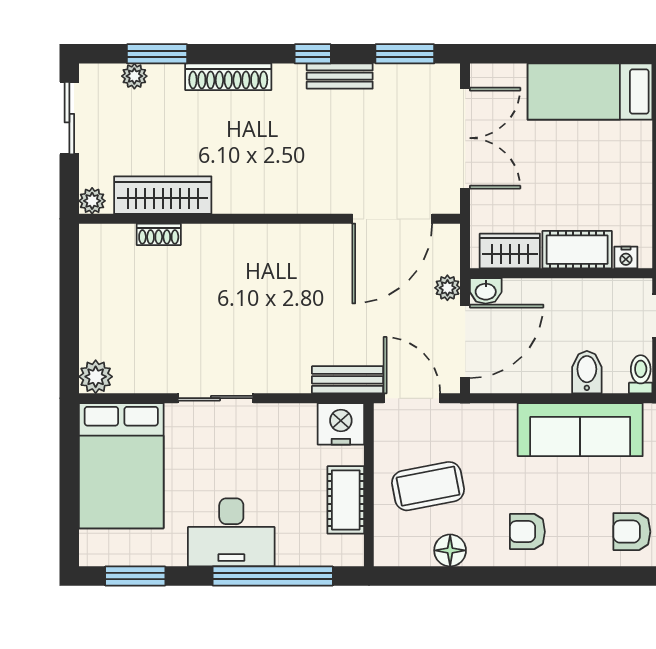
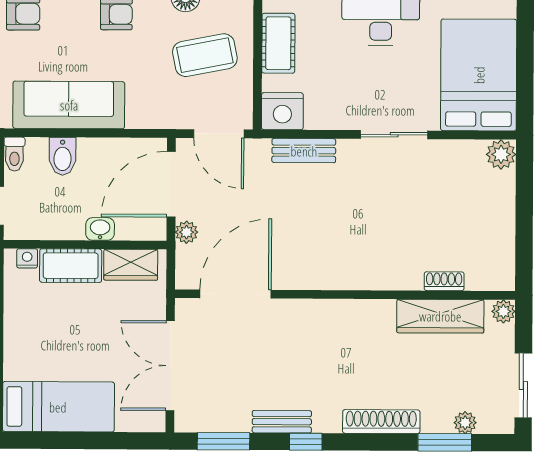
washbasin: (486, 291) -> (100, 229), moved
bench: (348, 380) -> (304, 151), moved

